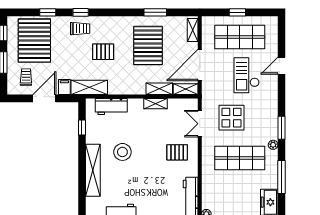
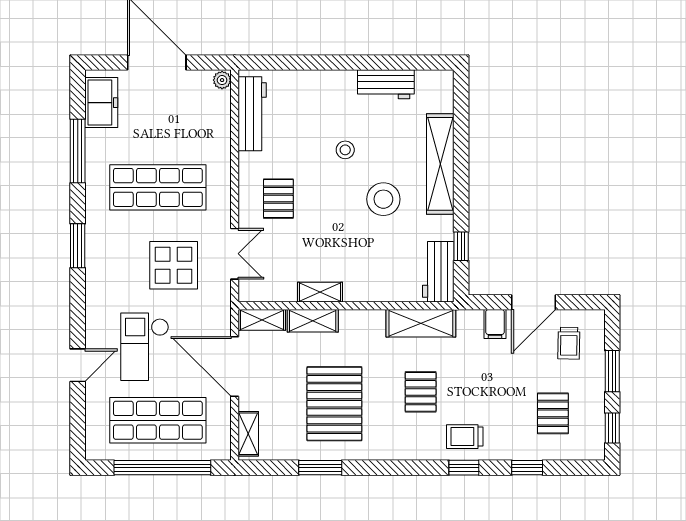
window: (237, 12) -> (162, 468), width x3.17
pallet: (34, 41) -> (553, 413), width x0.49, depth x0.50
pallet: (103, 52) -> (421, 392), turned 90
door: (200, 65) -> (235, 367), swing flipped
checkout: (247, 75) -> (145, 347), turned 180
shelving: (89, 87) -> (421, 323), moved
workbench: (111, 107) -> (438, 272), moved, turned -90
plant: (273, 145) -> (94, 213), removed
pallet: (177, 152) -> (278, 199), turned 90
stool: (142, 178) -> (345, 150), added

